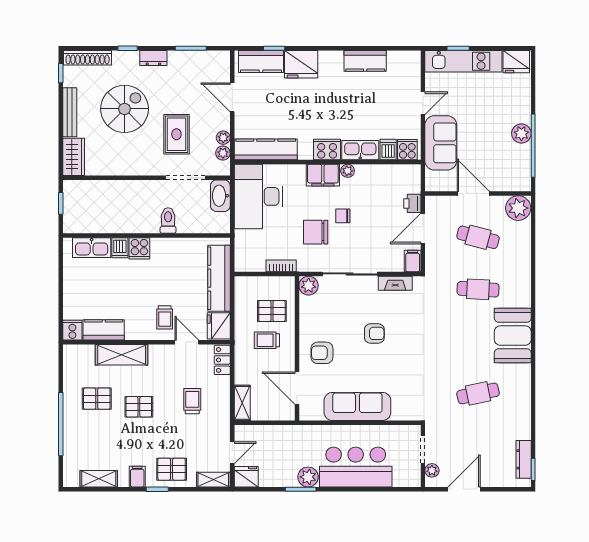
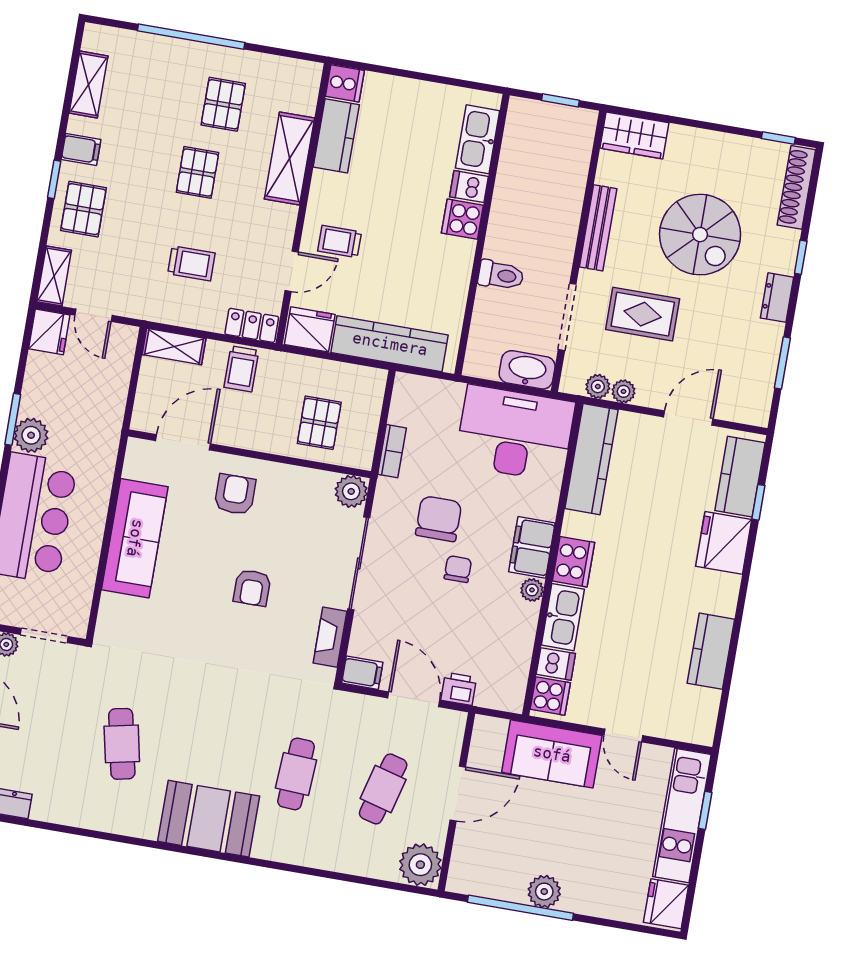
bench: (70, 112) -> (598, 228), moved, turned 90
trolley: (267, 340) -> (241, 369), moved, turned 180

